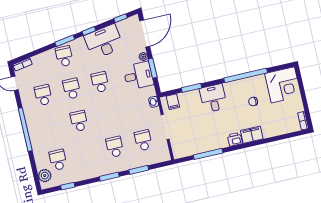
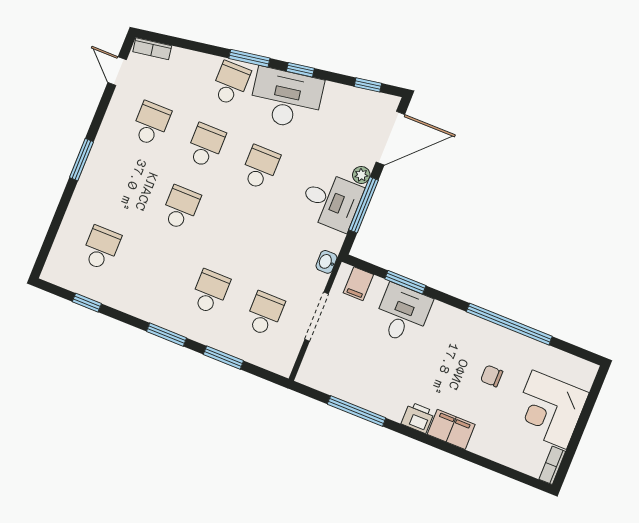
desk: (104, 42) -> (286, 99), moved
window: (153, 68) -> (364, 205), width x1.44
corner desk: (283, 85) -> (549, 410), moved, turned 90
desk: (213, 98) -> (402, 314), moved
window: (25, 129) -> (81, 160), width x0.47
plant: (45, 176) -> (61, 259), removed

